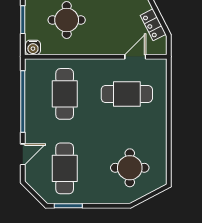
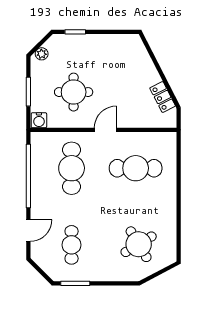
door: (135, 57) -> (105, 130), moved
cafe table: (65, 168) -> (72, 245), width x0.73, depth x0.74
round table: (130, 168) -> (139, 244), turned -31

